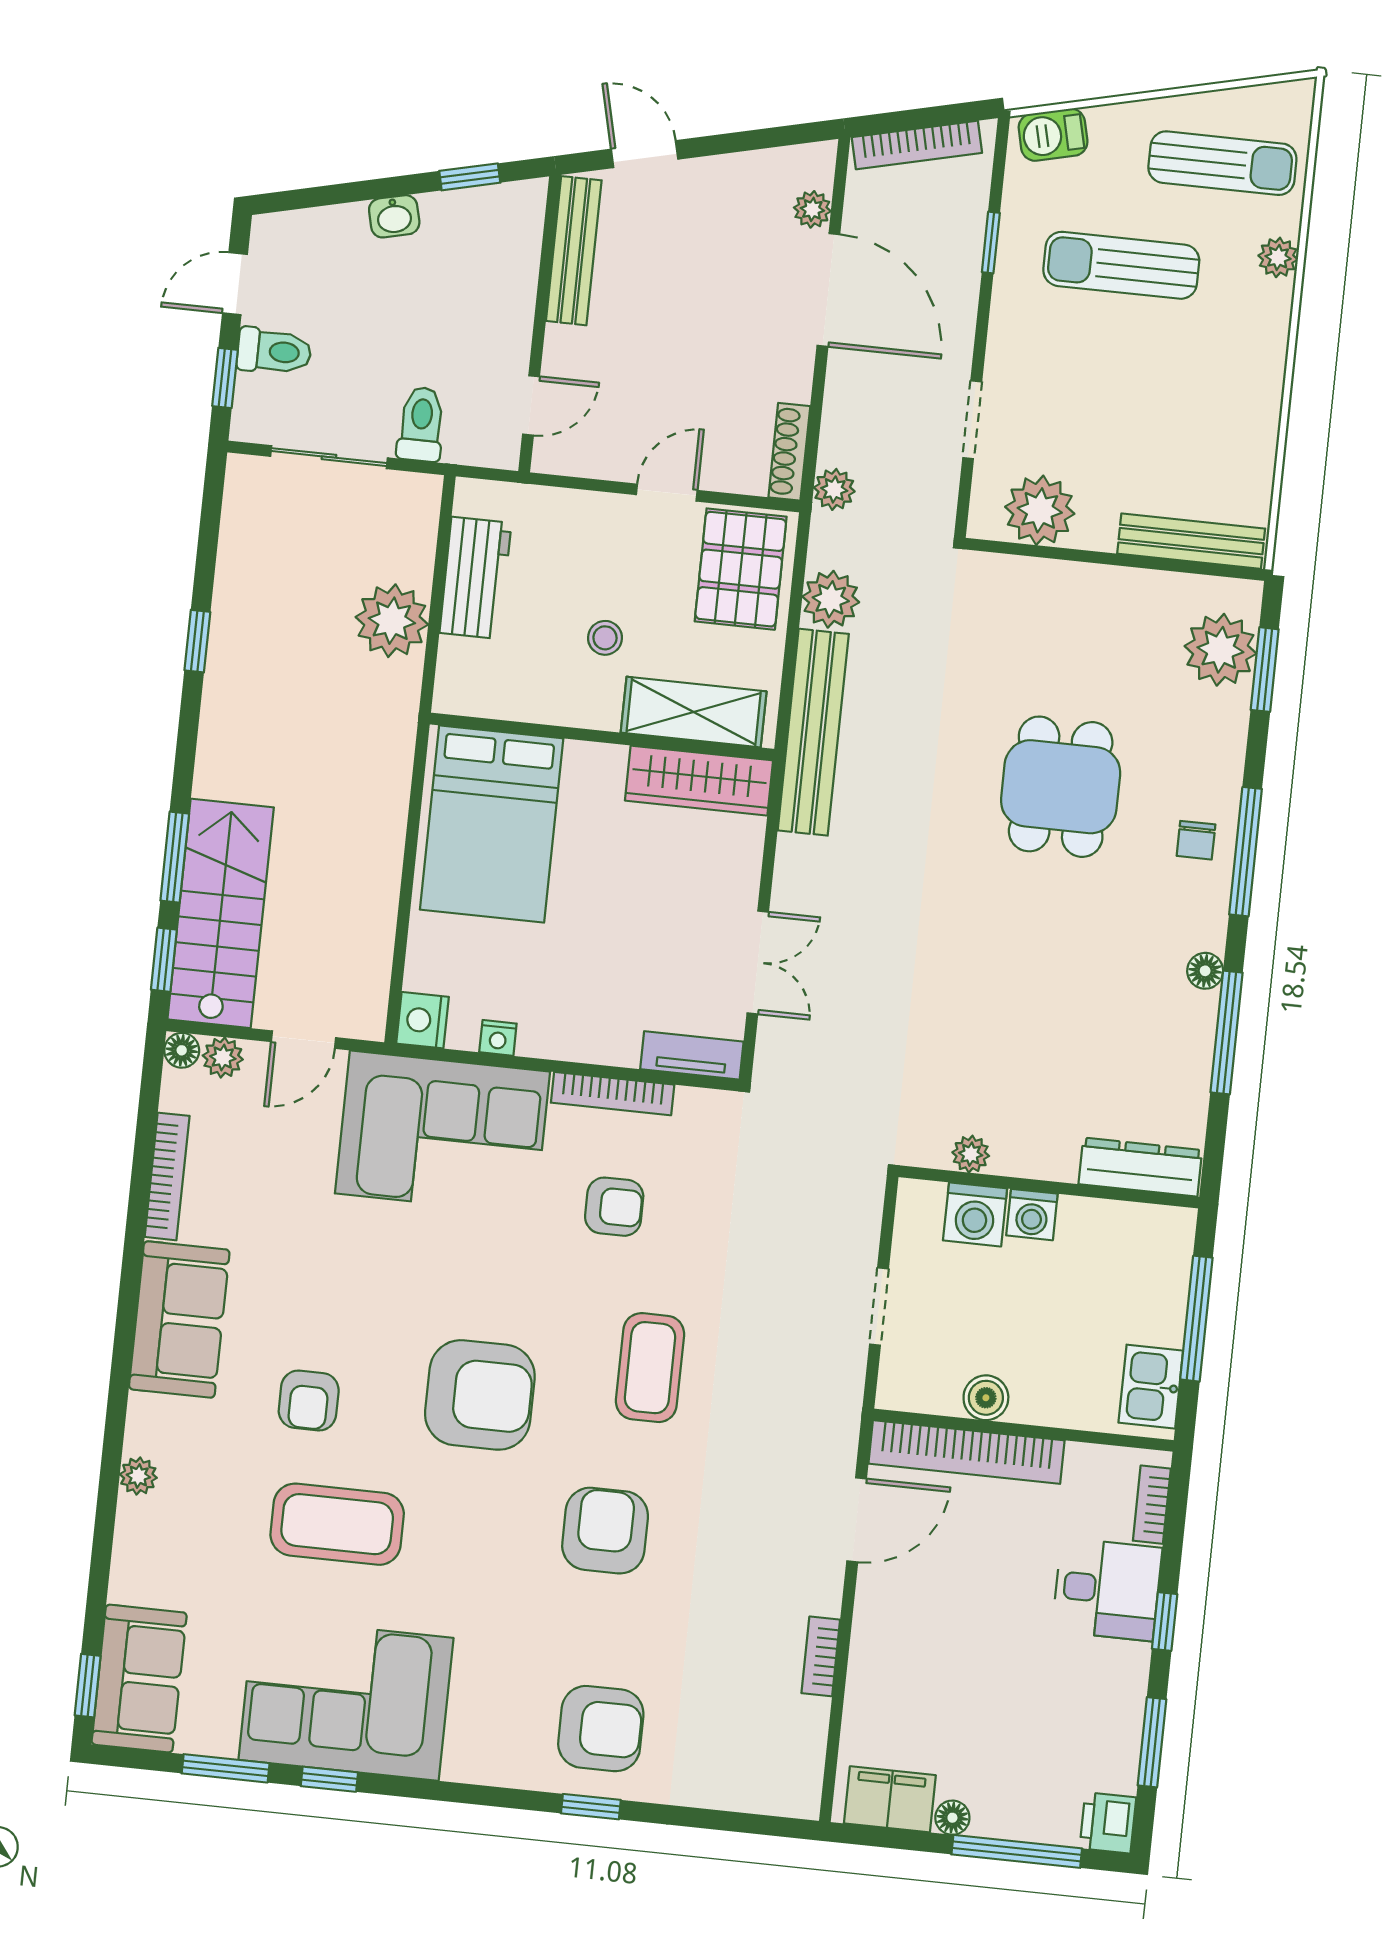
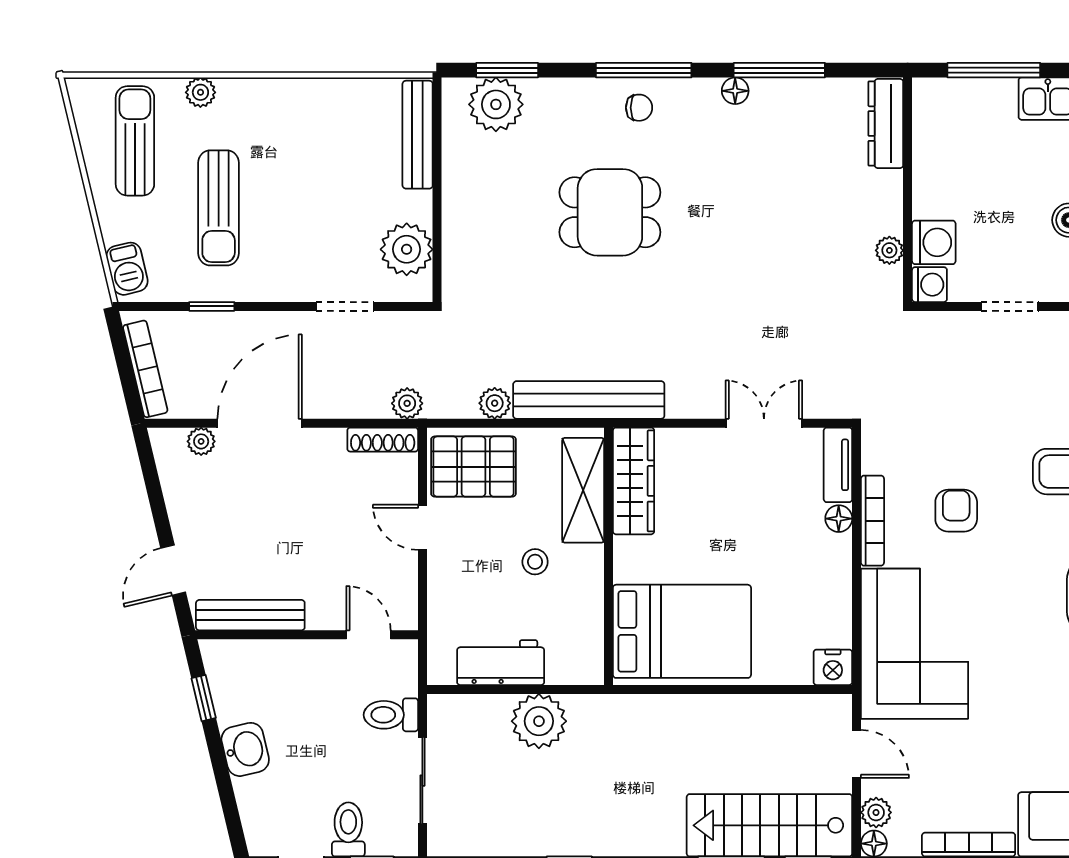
washbasin: (394, 216) -> (245, 749), width x1.38, depth x1.45
plant: (831, 599) -> (495, 403), width x0.73, depth x0.73
nightstand: (498, 1038) -> (840, 610), removed
floor lamp: (620, 1049) -> (839, 519), added
washing machine: (1032, 1215) -> (929, 285), moved

